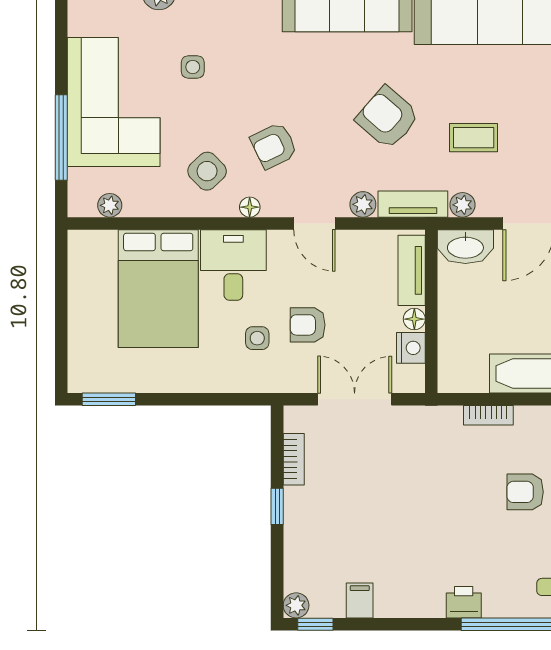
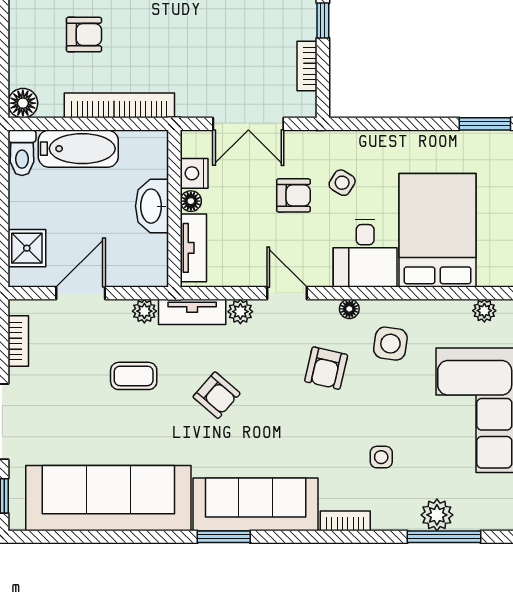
side table: (193, 67) -> (381, 457), moved
armchair: (388, 118) -> (217, 395), width x0.72, depth x0.72
armchair: (274, 146) -> (326, 368), turned 129
side table: (207, 171) -> (390, 344), turned -38
washbasin: (465, 247) -> (152, 206), moved, turned -90
side table: (257, 338) -> (342, 183), turned 32
bookcase: (488, 415) -> (119, 105), width x2.31, depth x1.31

